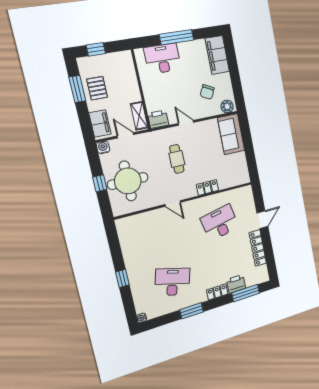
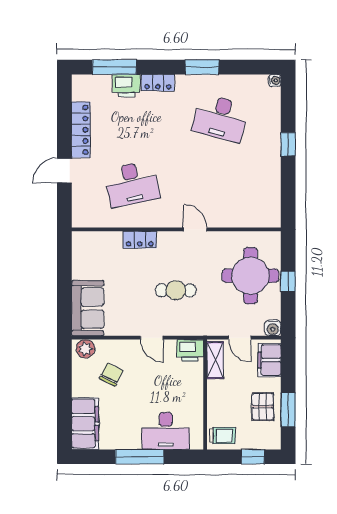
trolley: (122, 62) -> (222, 436), added
cafe table: (177, 159) -> (176, 290), turned 90

